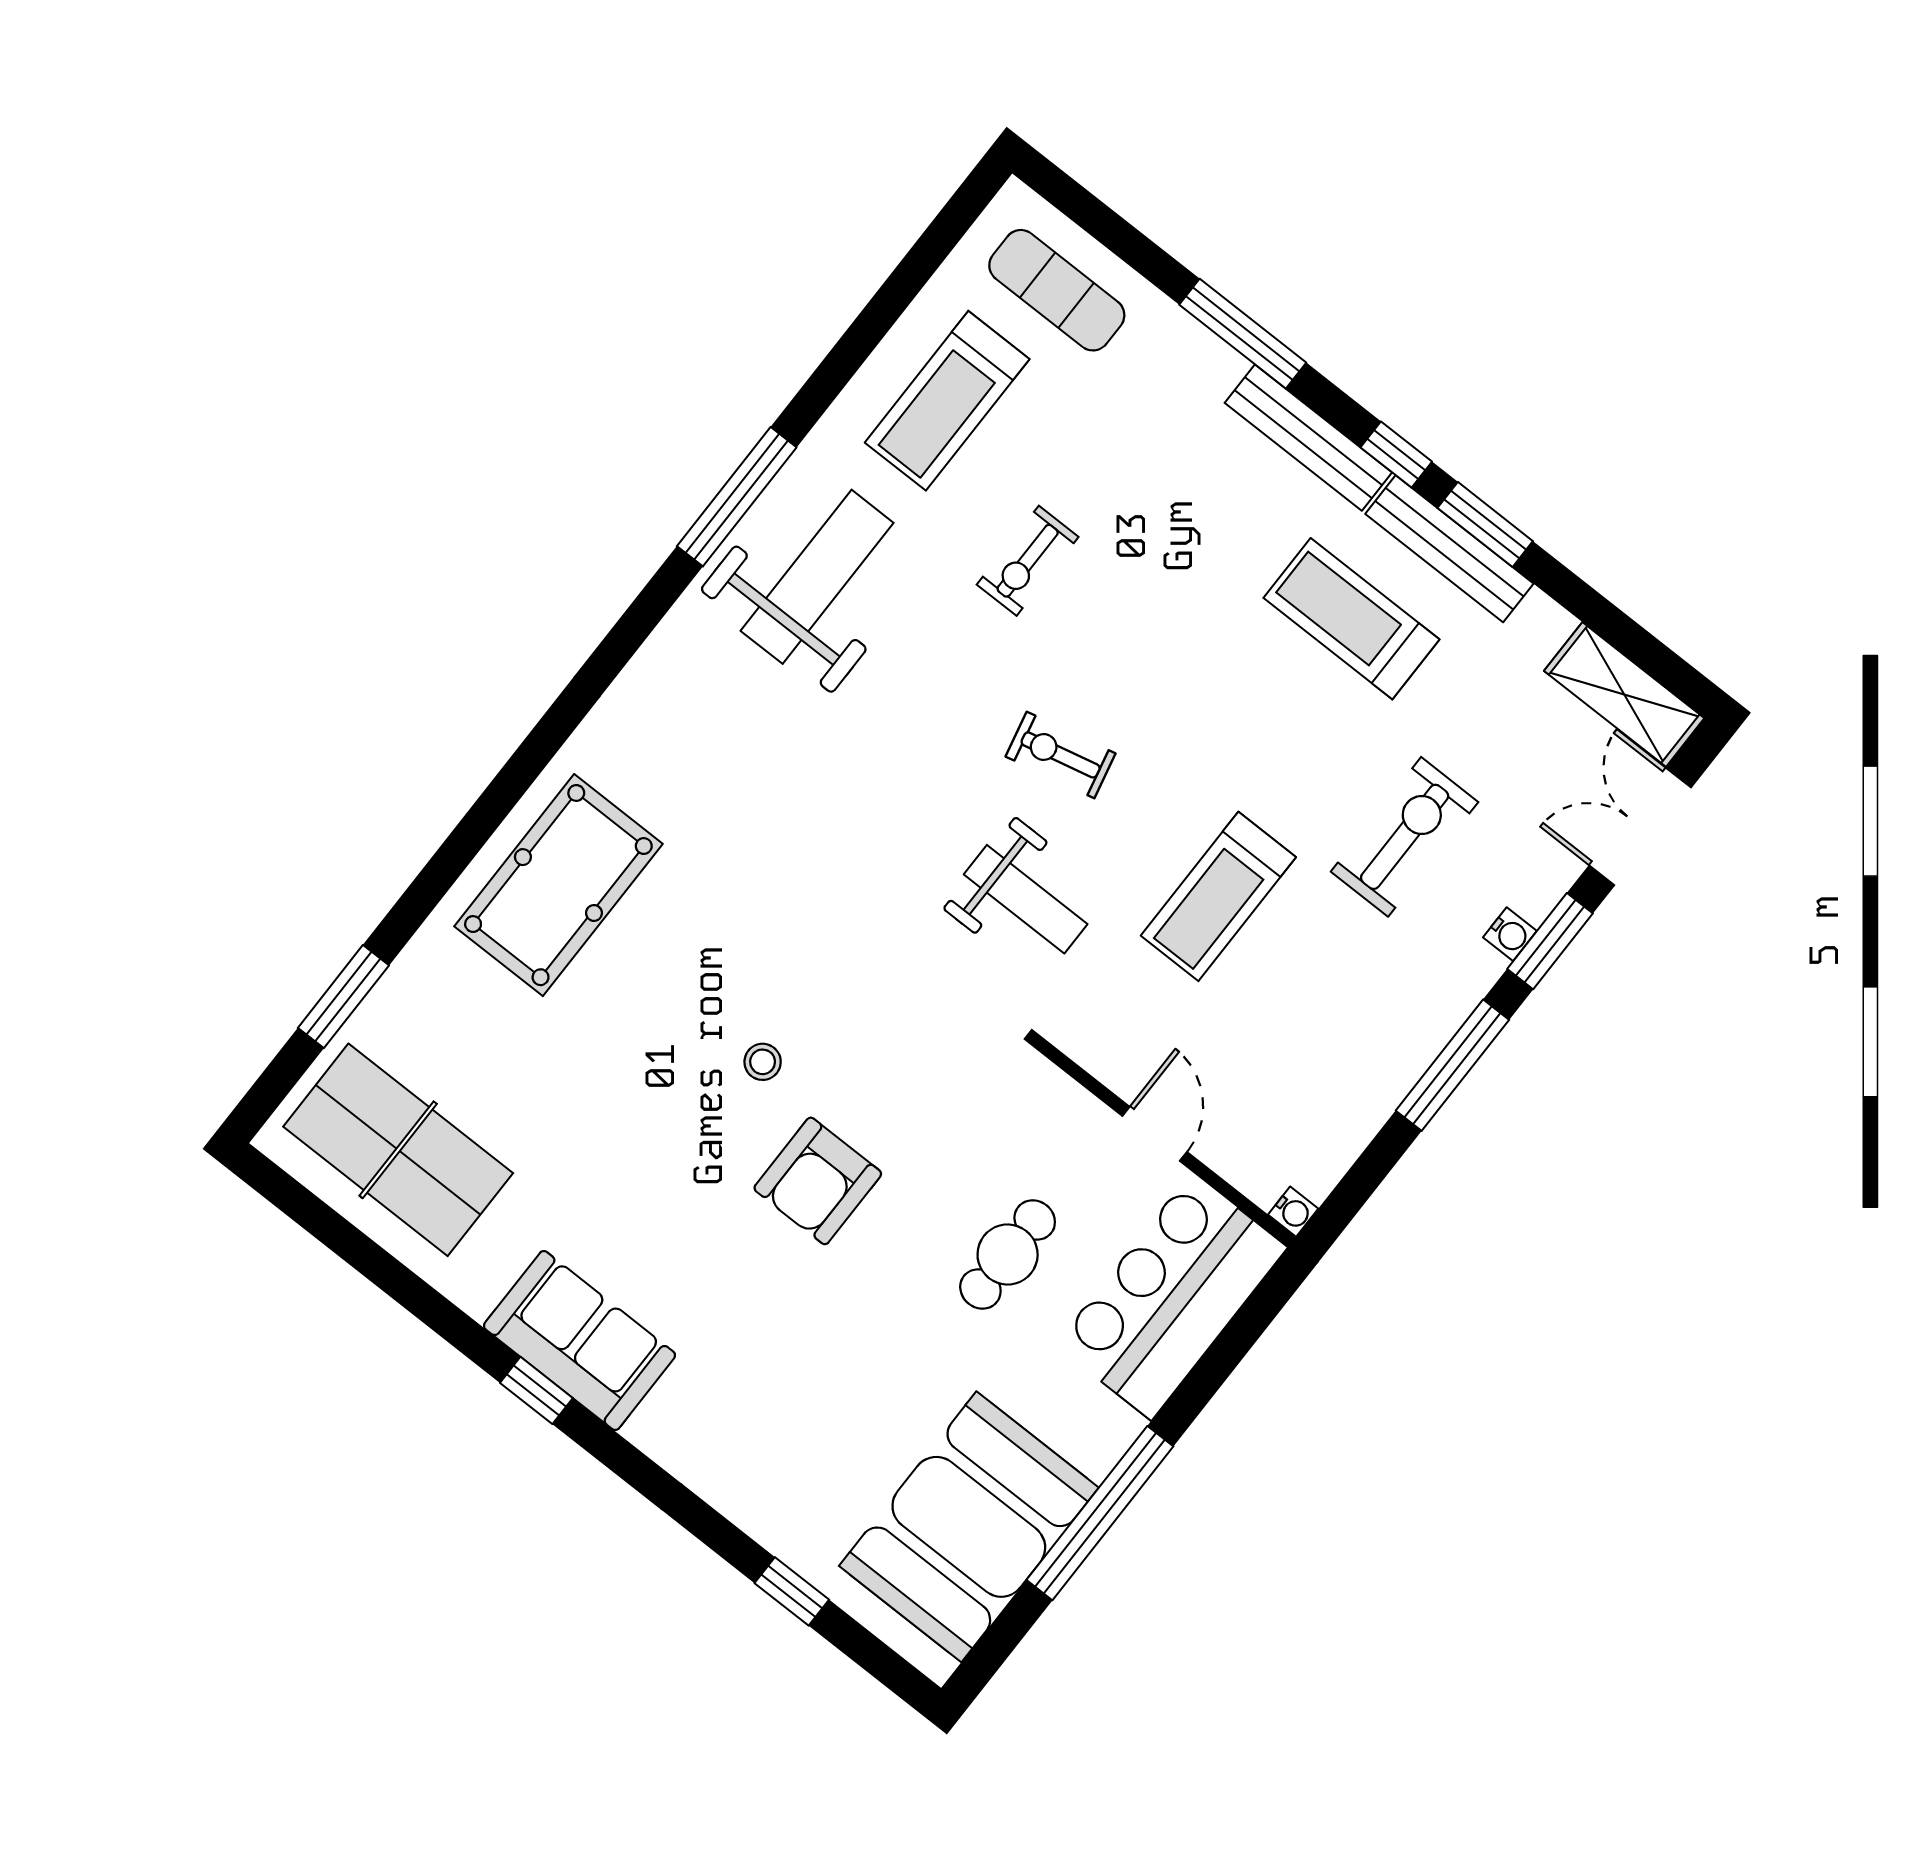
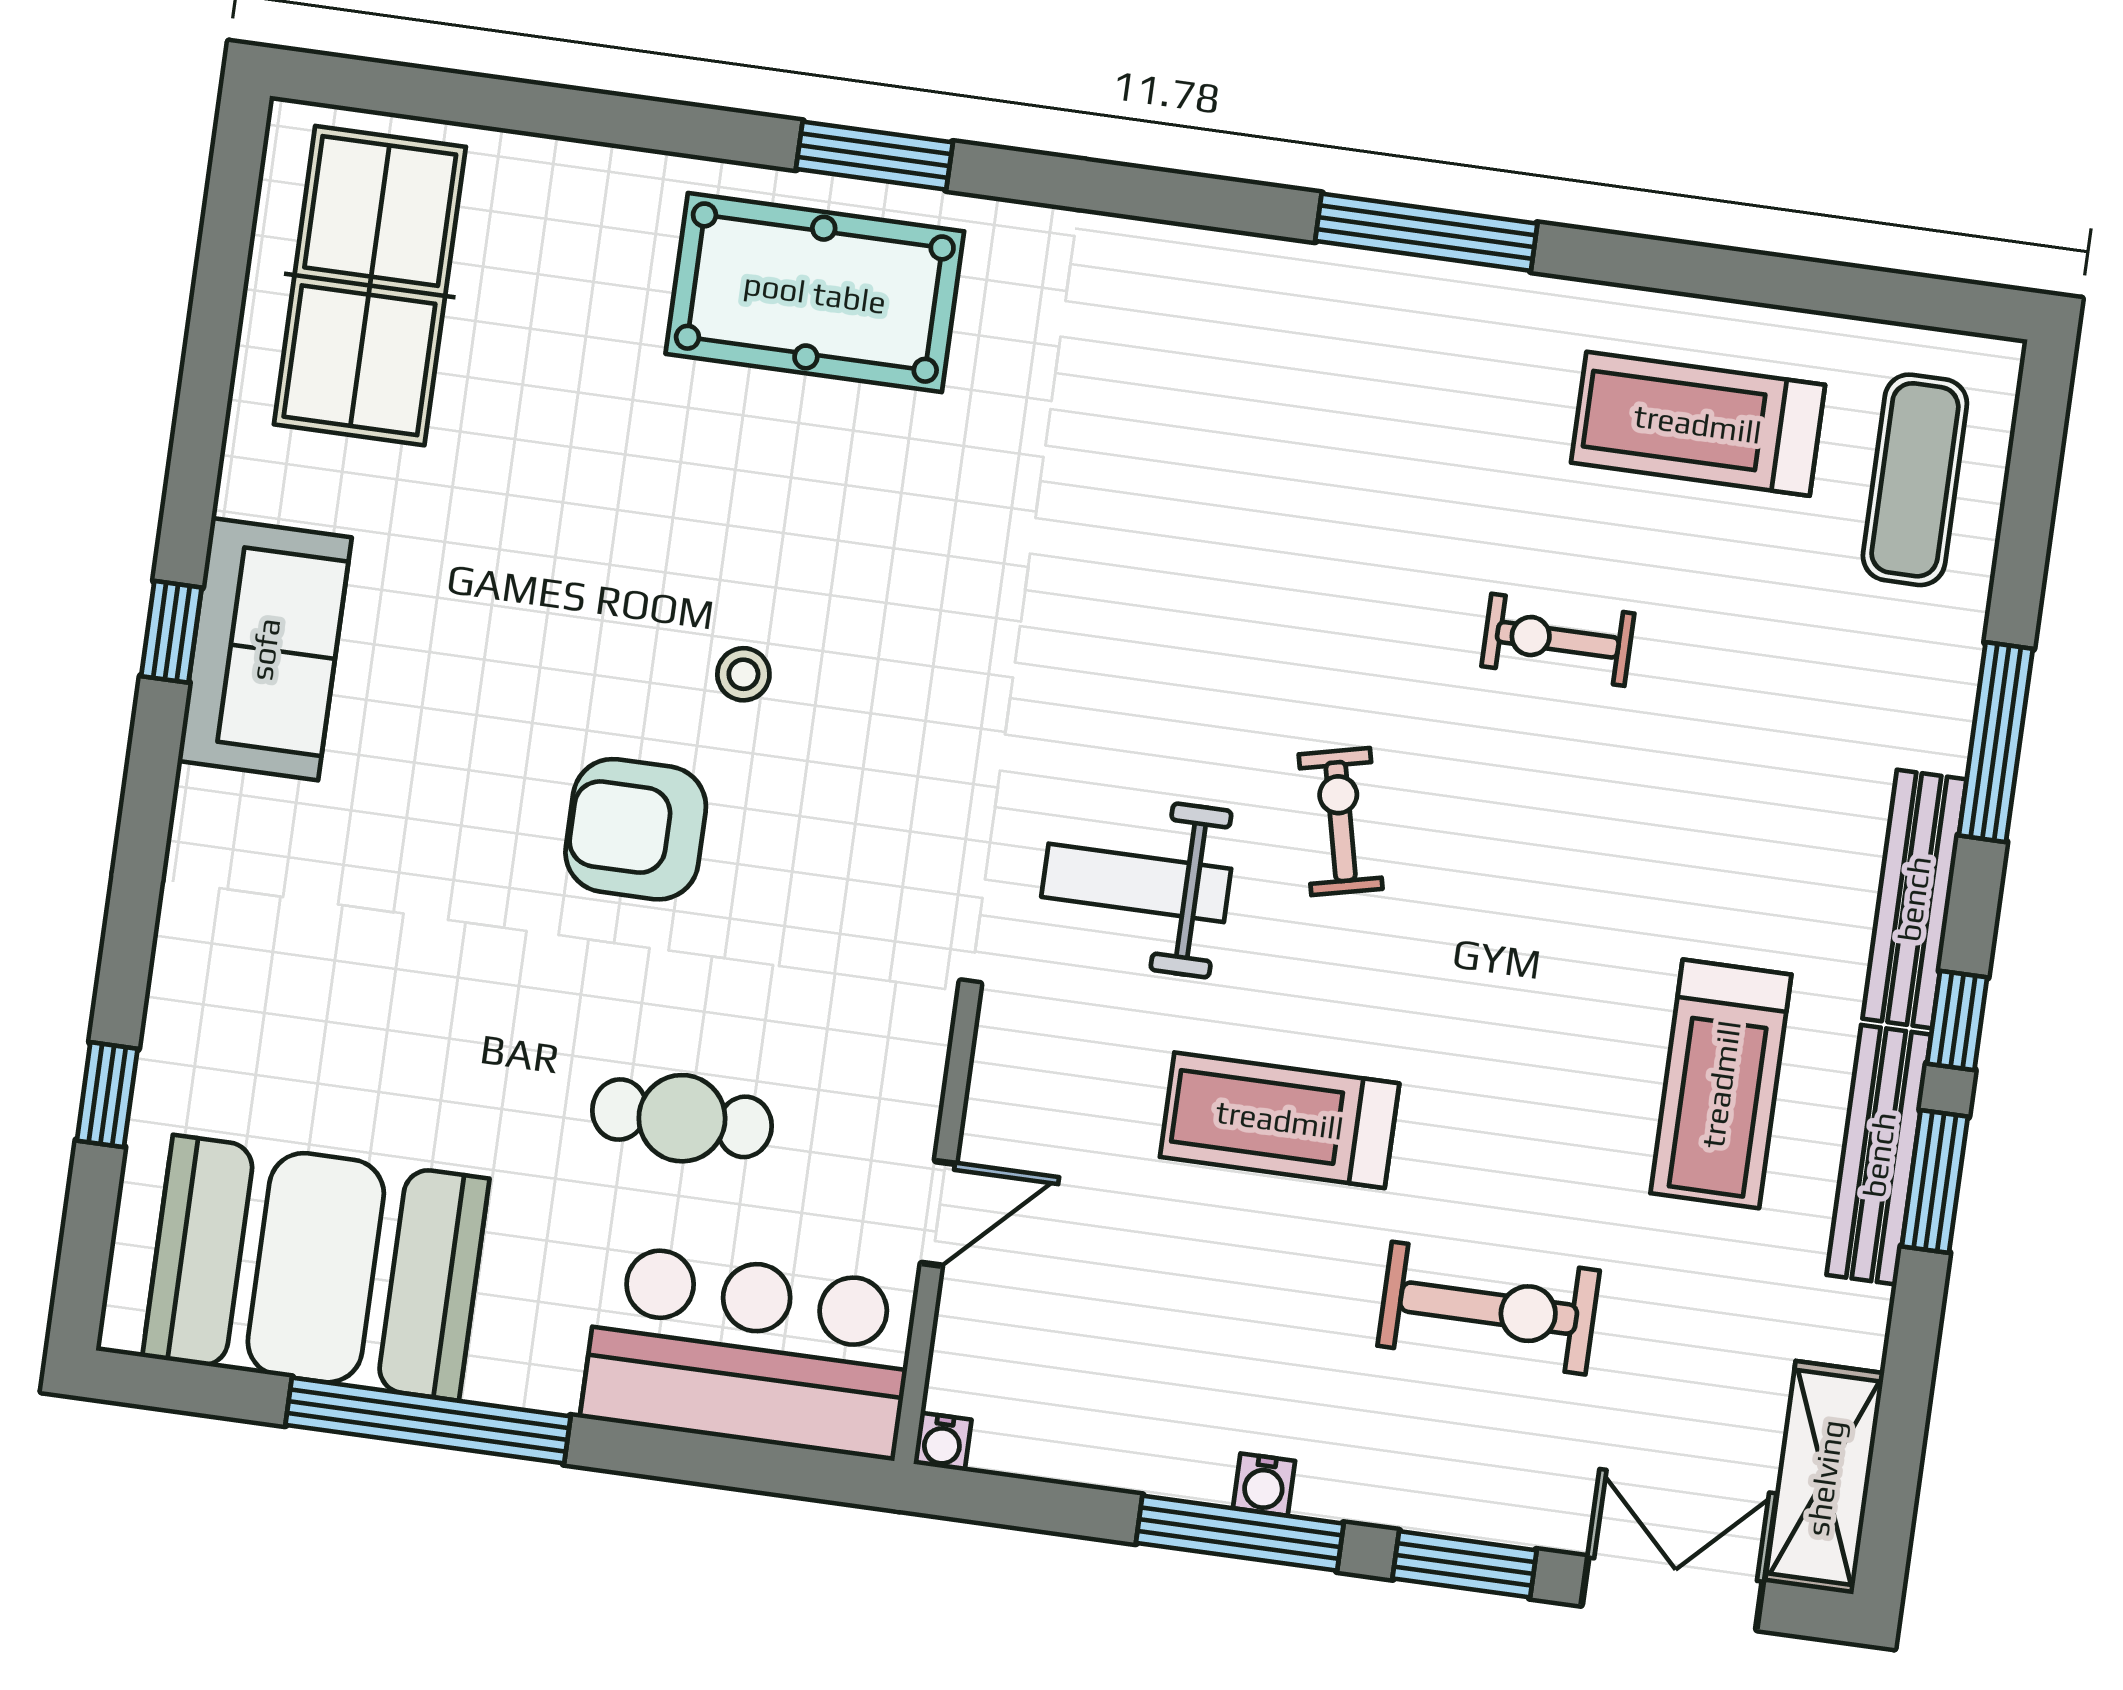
weight bench: (817, 577) -> (1385, 390), removed
treadmill: (1351, 619) -> (1721, 1084), turned 180
weight bench: (1026, 899) -> (1136, 883), turned 90
water cooler: (1510, 934) -> (1264, 1485), moved
window: (343, 997) -> (874, 156), moved

